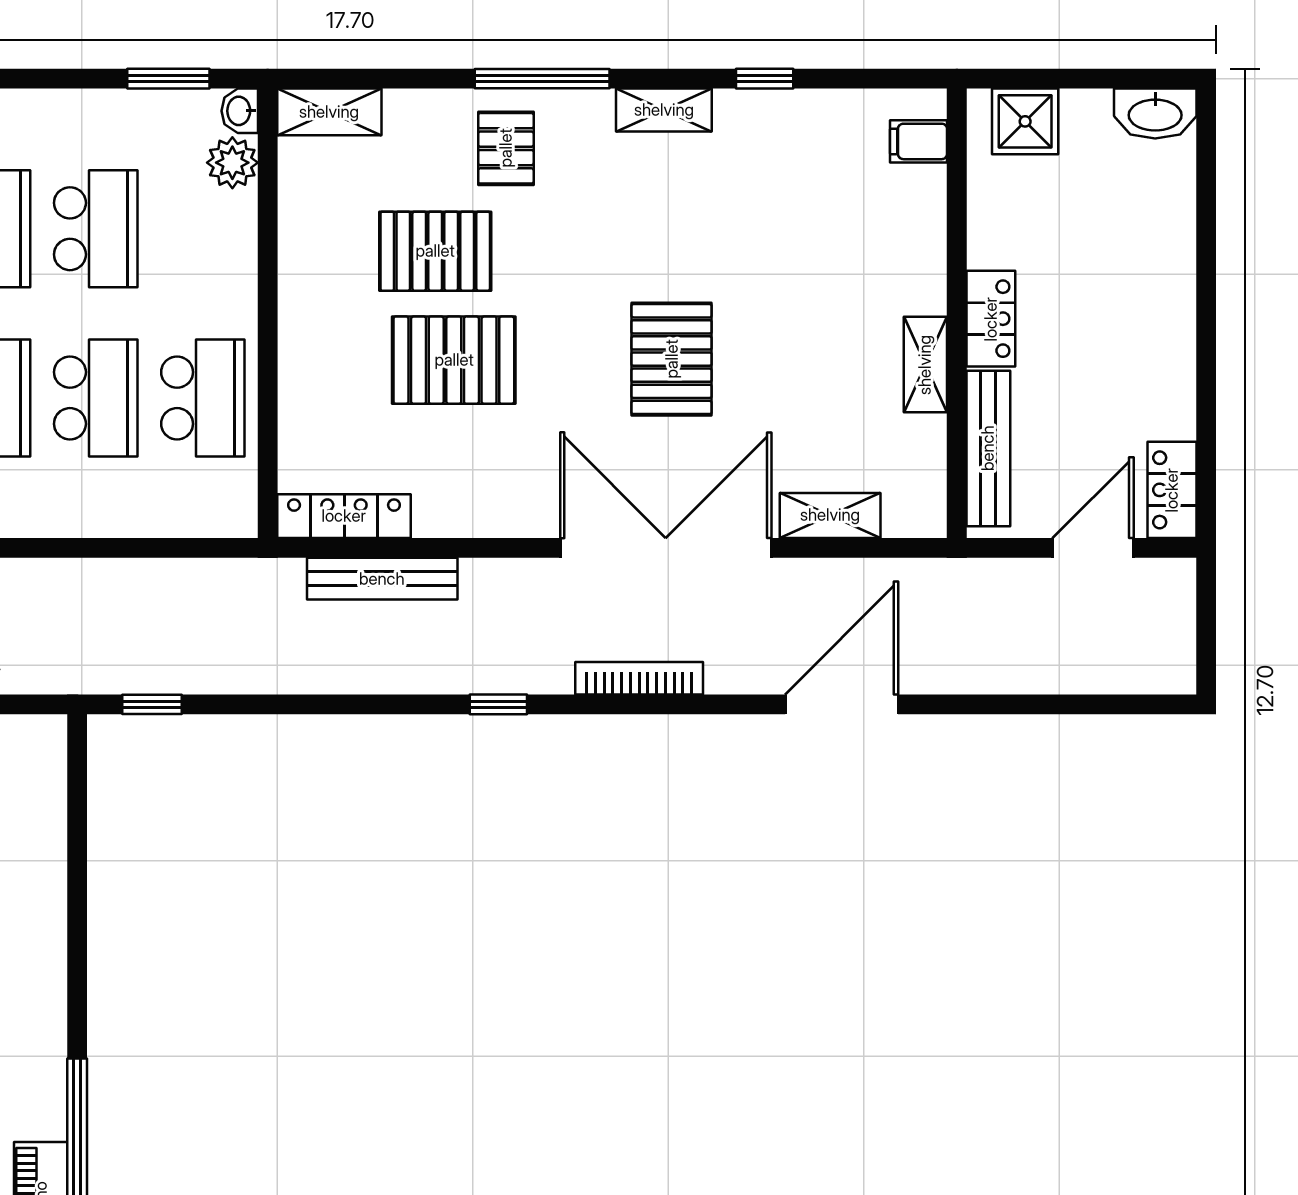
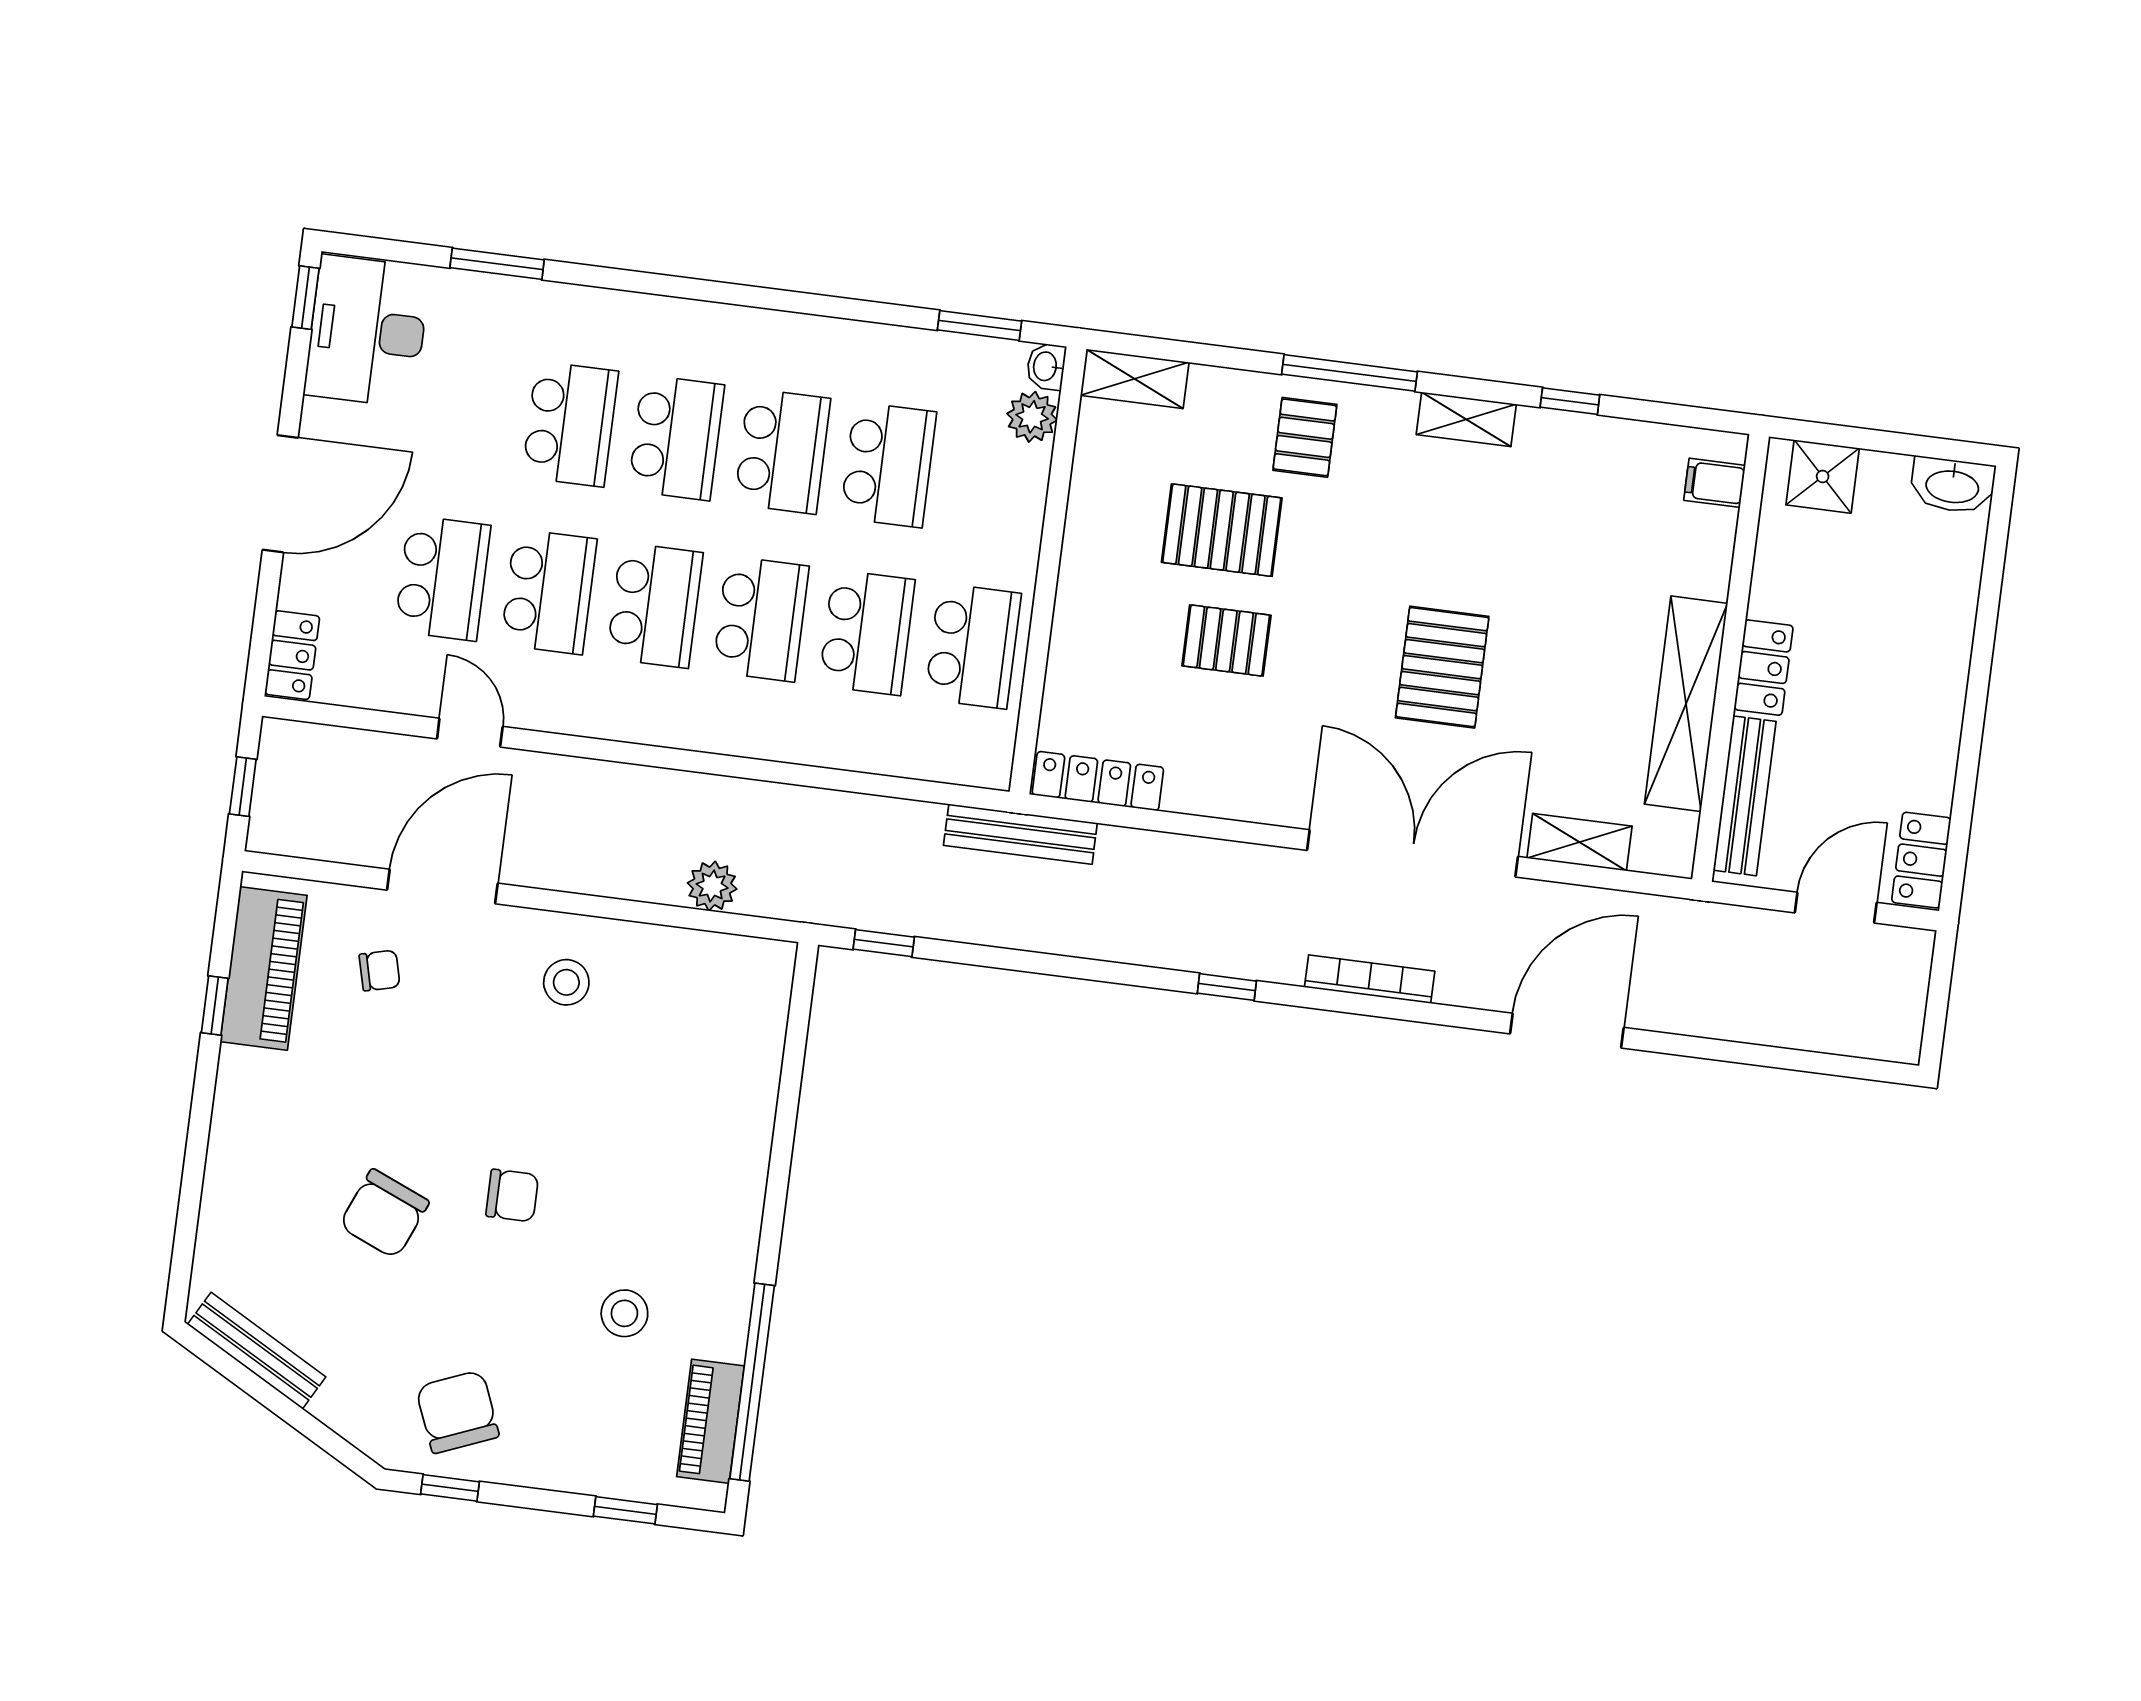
pallet: (454, 360) -> (1226, 640), width x0.67, depth x0.71
shelving: (925, 365) -> (1686, 704), width x2.20, depth x1.33
bench: (382, 579) -> (1020, 834), moved

